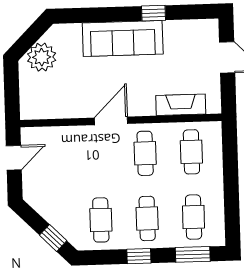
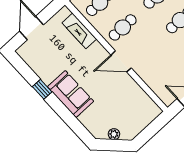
sofa: (123, 38) -> (71, 94), width x0.73
plant: (42, 57) -> (114, 134), width x0.53, depth x0.53

